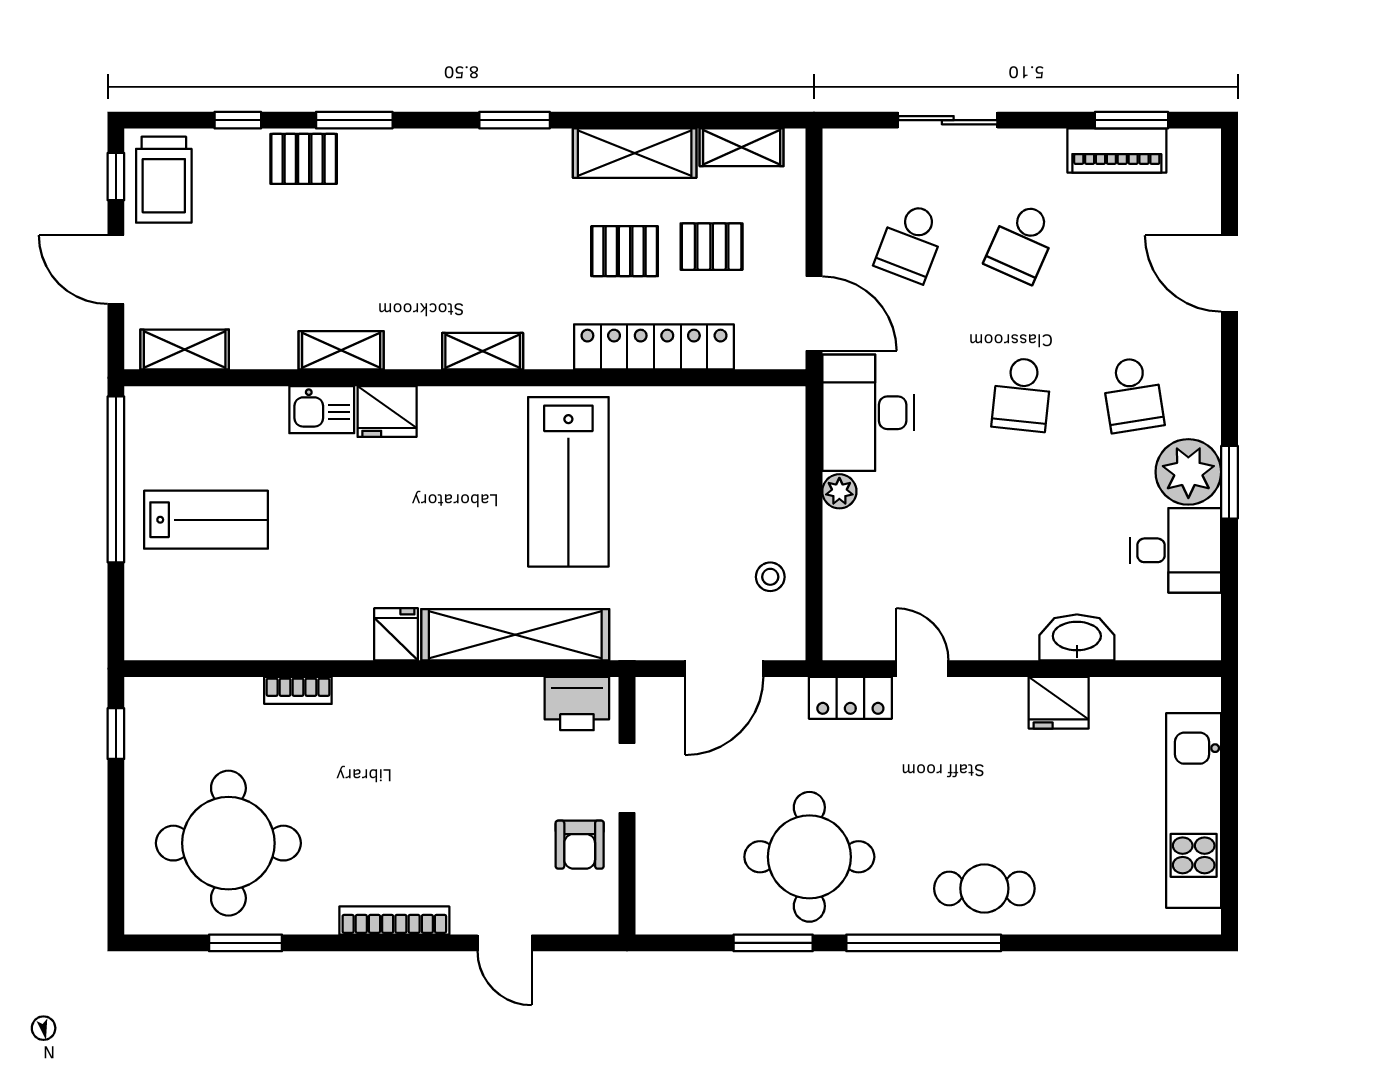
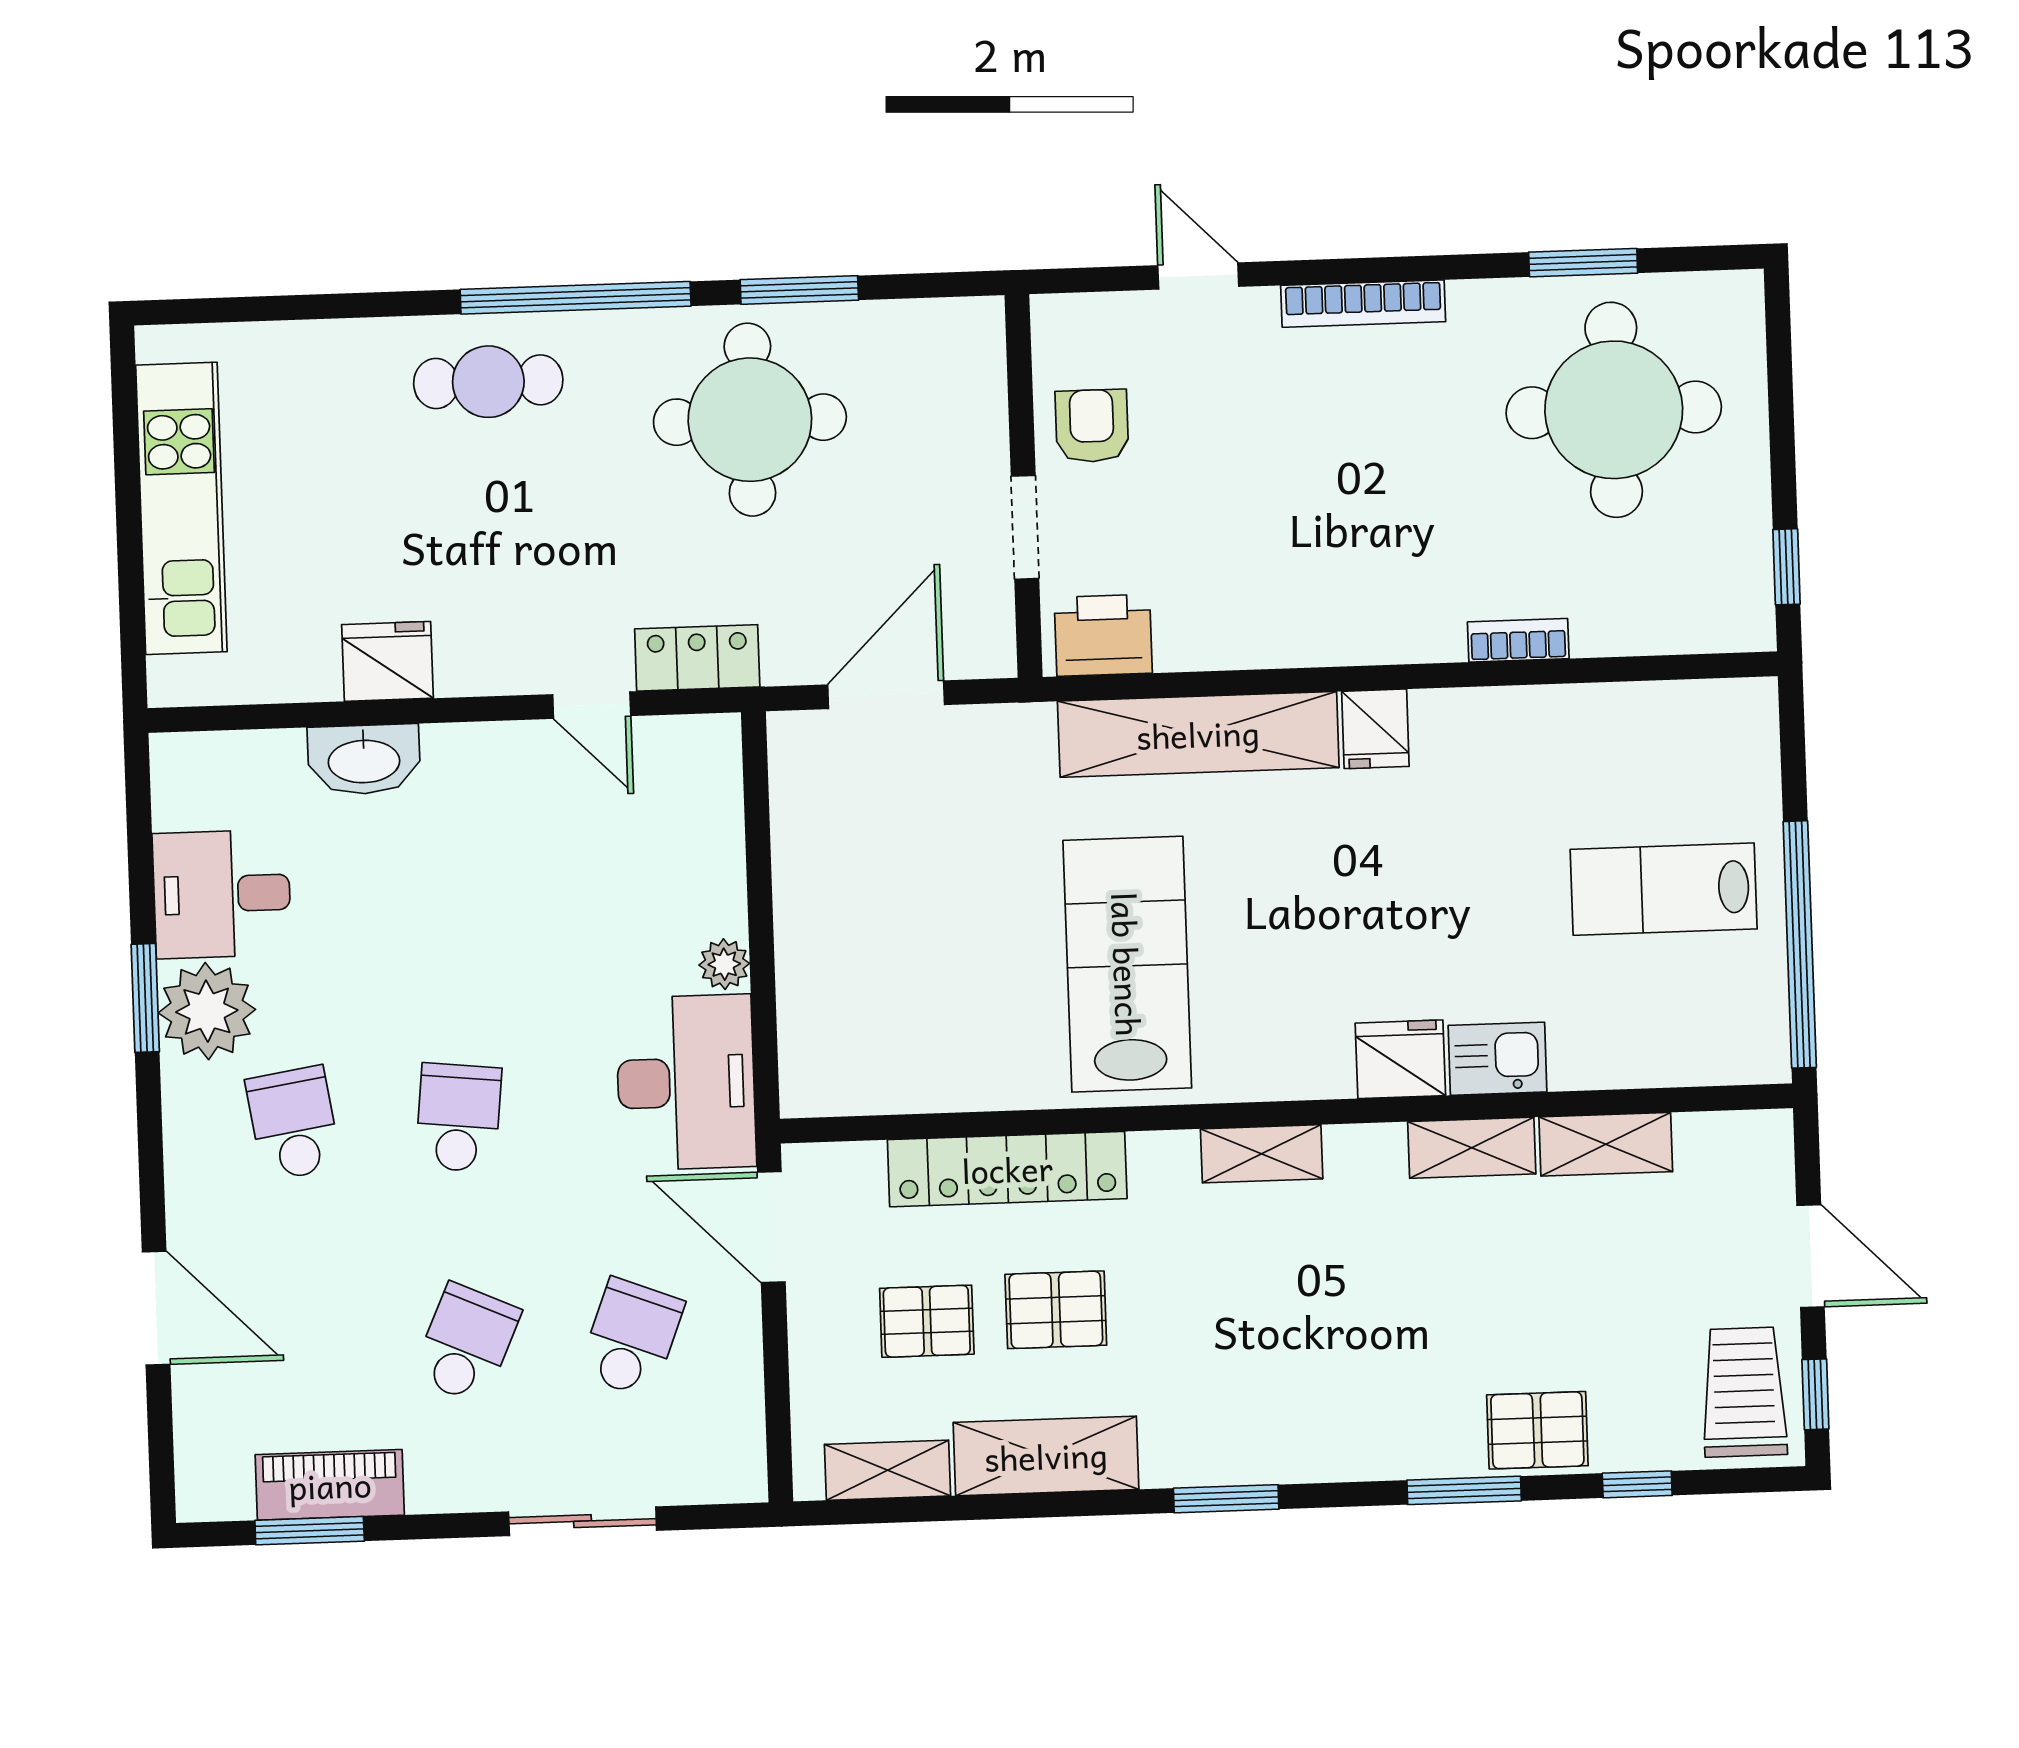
shelving: (185, 350) -> (1606, 1144), moved
stool: (770, 577) -> (823, 834), removed

